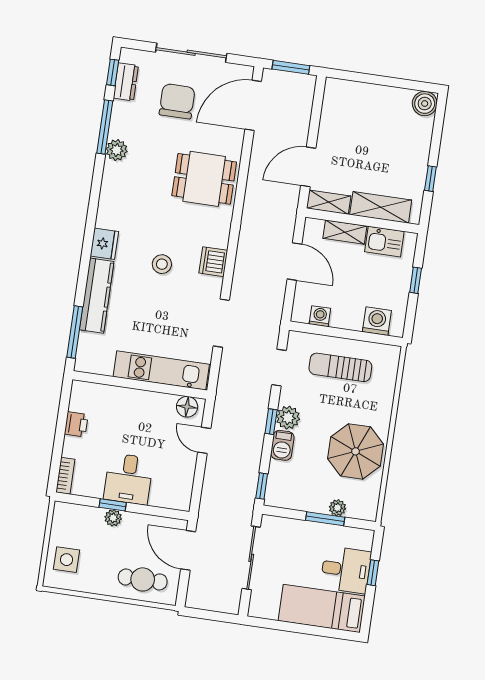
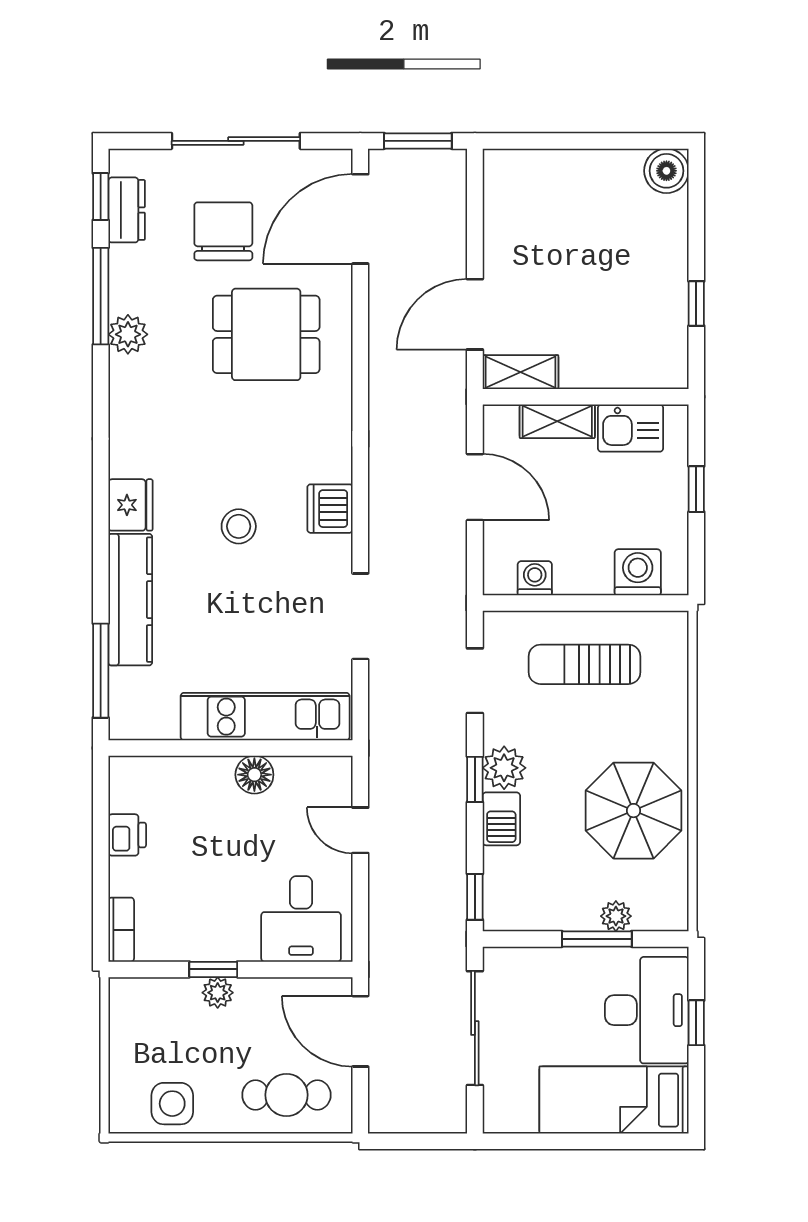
dining table: (204, 179) -> (266, 334), moved
shelving: (381, 207) -> (615, 368), removed
floor lamp: (187, 407) -> (254, 775), moved
desk: (128, 479) -> (301, 919), moved
side table: (67, 560) -> (172, 1104), moved
desk: (346, 570) -> (647, 1010), width x1.37

